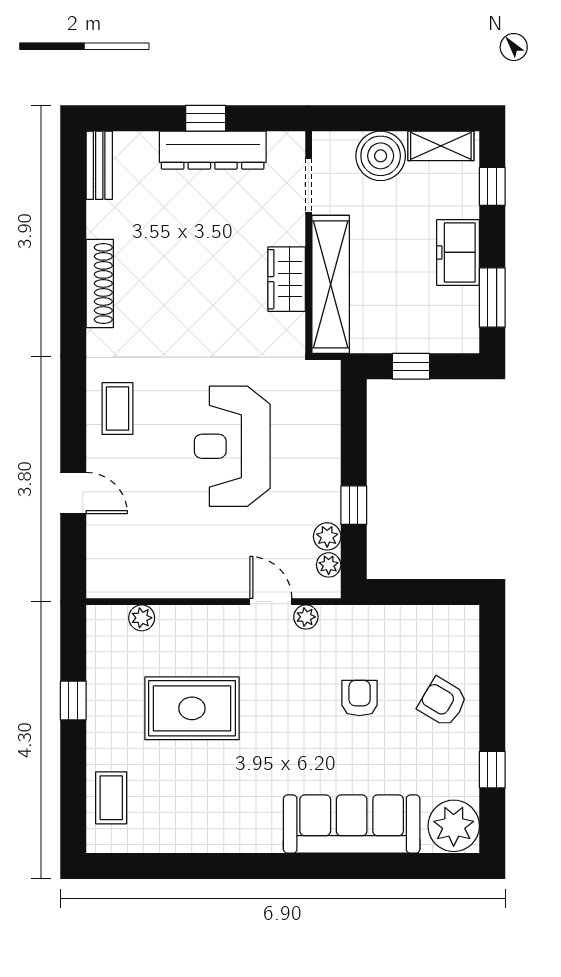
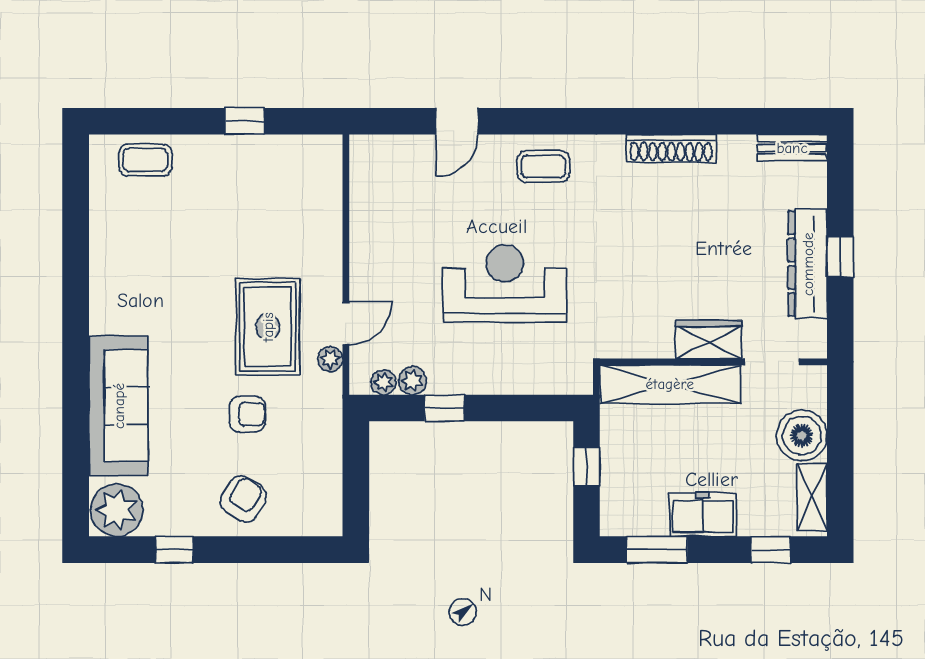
wardrobe: (287, 279) -> (708, 339), moved
plant: (142, 618) -> (329, 191), removed
rug: (192, 708) -> (268, 327), moved

